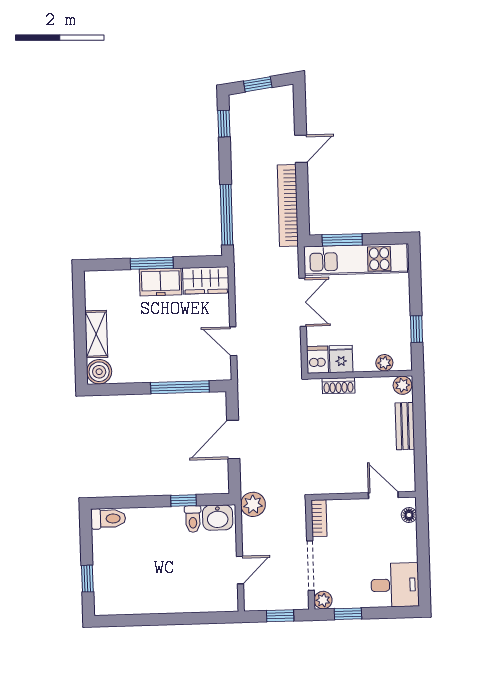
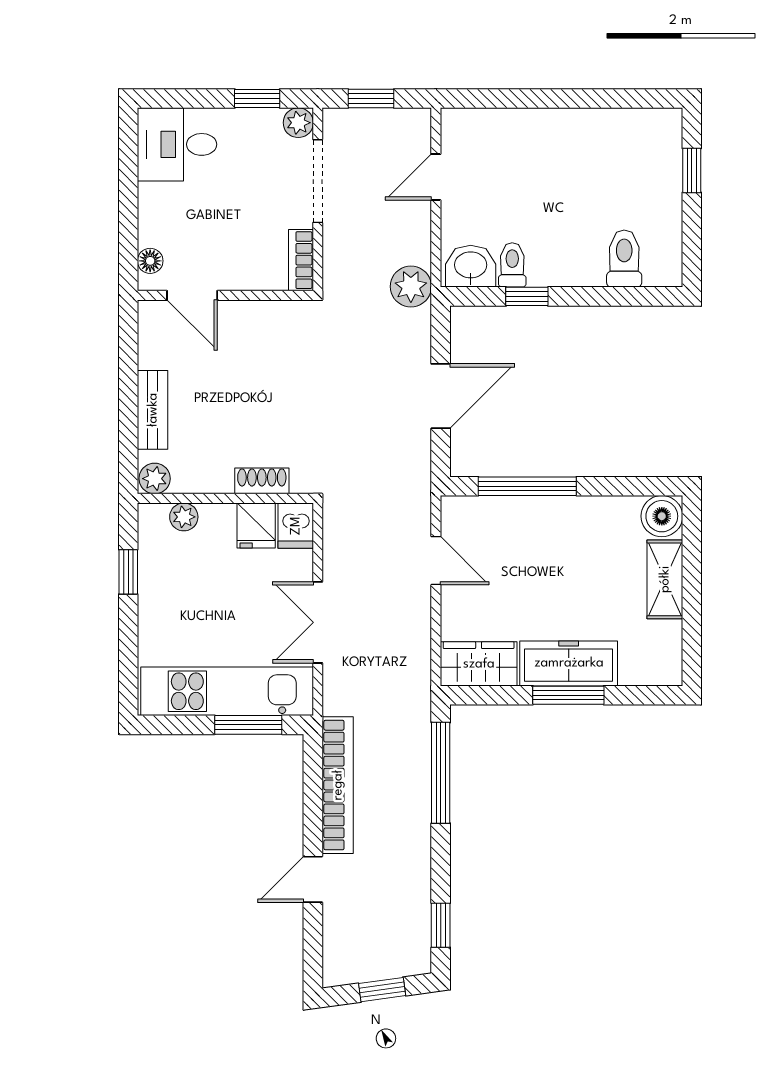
freezer: (160, 282) -> (569, 663), width x1.40
toilet: (108, 519) -> (624, 259), moved, turned 90

